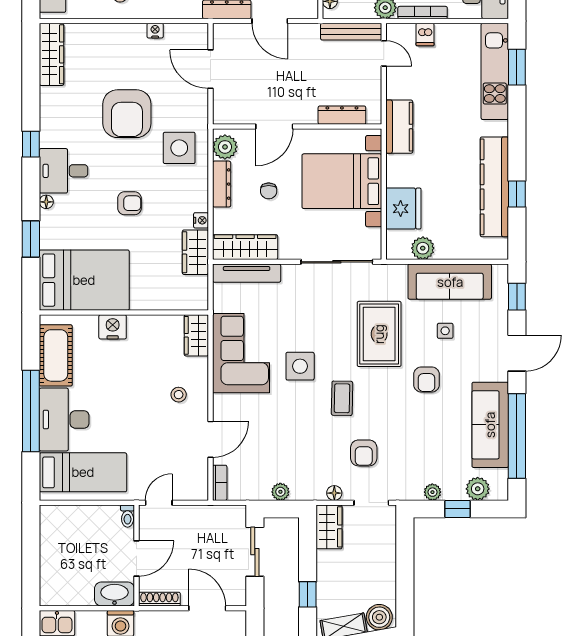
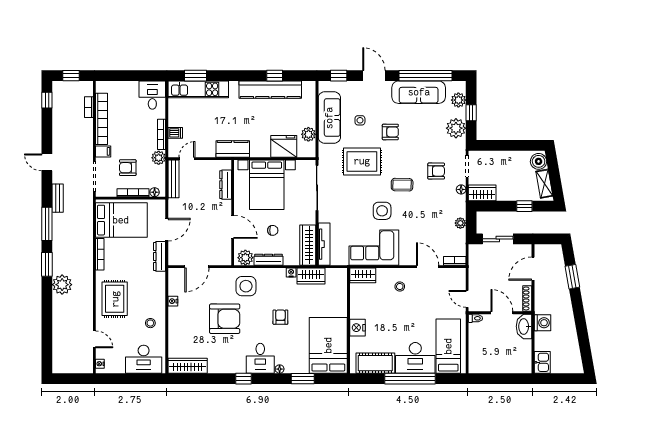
plant: (432, 492) -> (456, 128), width x1.88, depth x1.88

